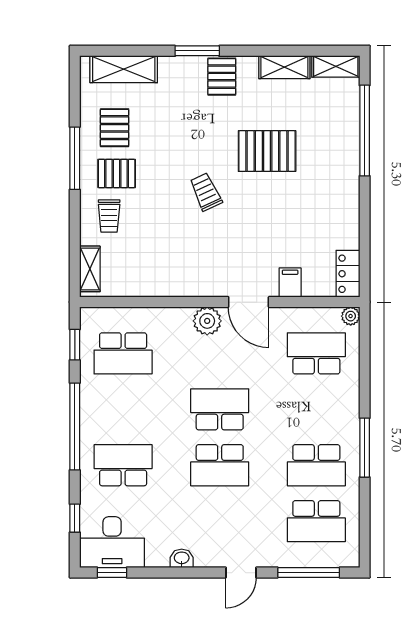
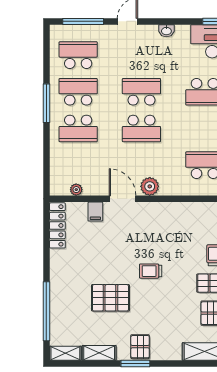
window: (197, 51) -> (135, 364), moved
trolley: (206, 192) -> (151, 271), turned 115
locker: (348, 274) -> (57, 225), width x1.53
plant: (351, 316) -> (76, 190), moved
school desk: (316, 353) -> (78, 128), moved

